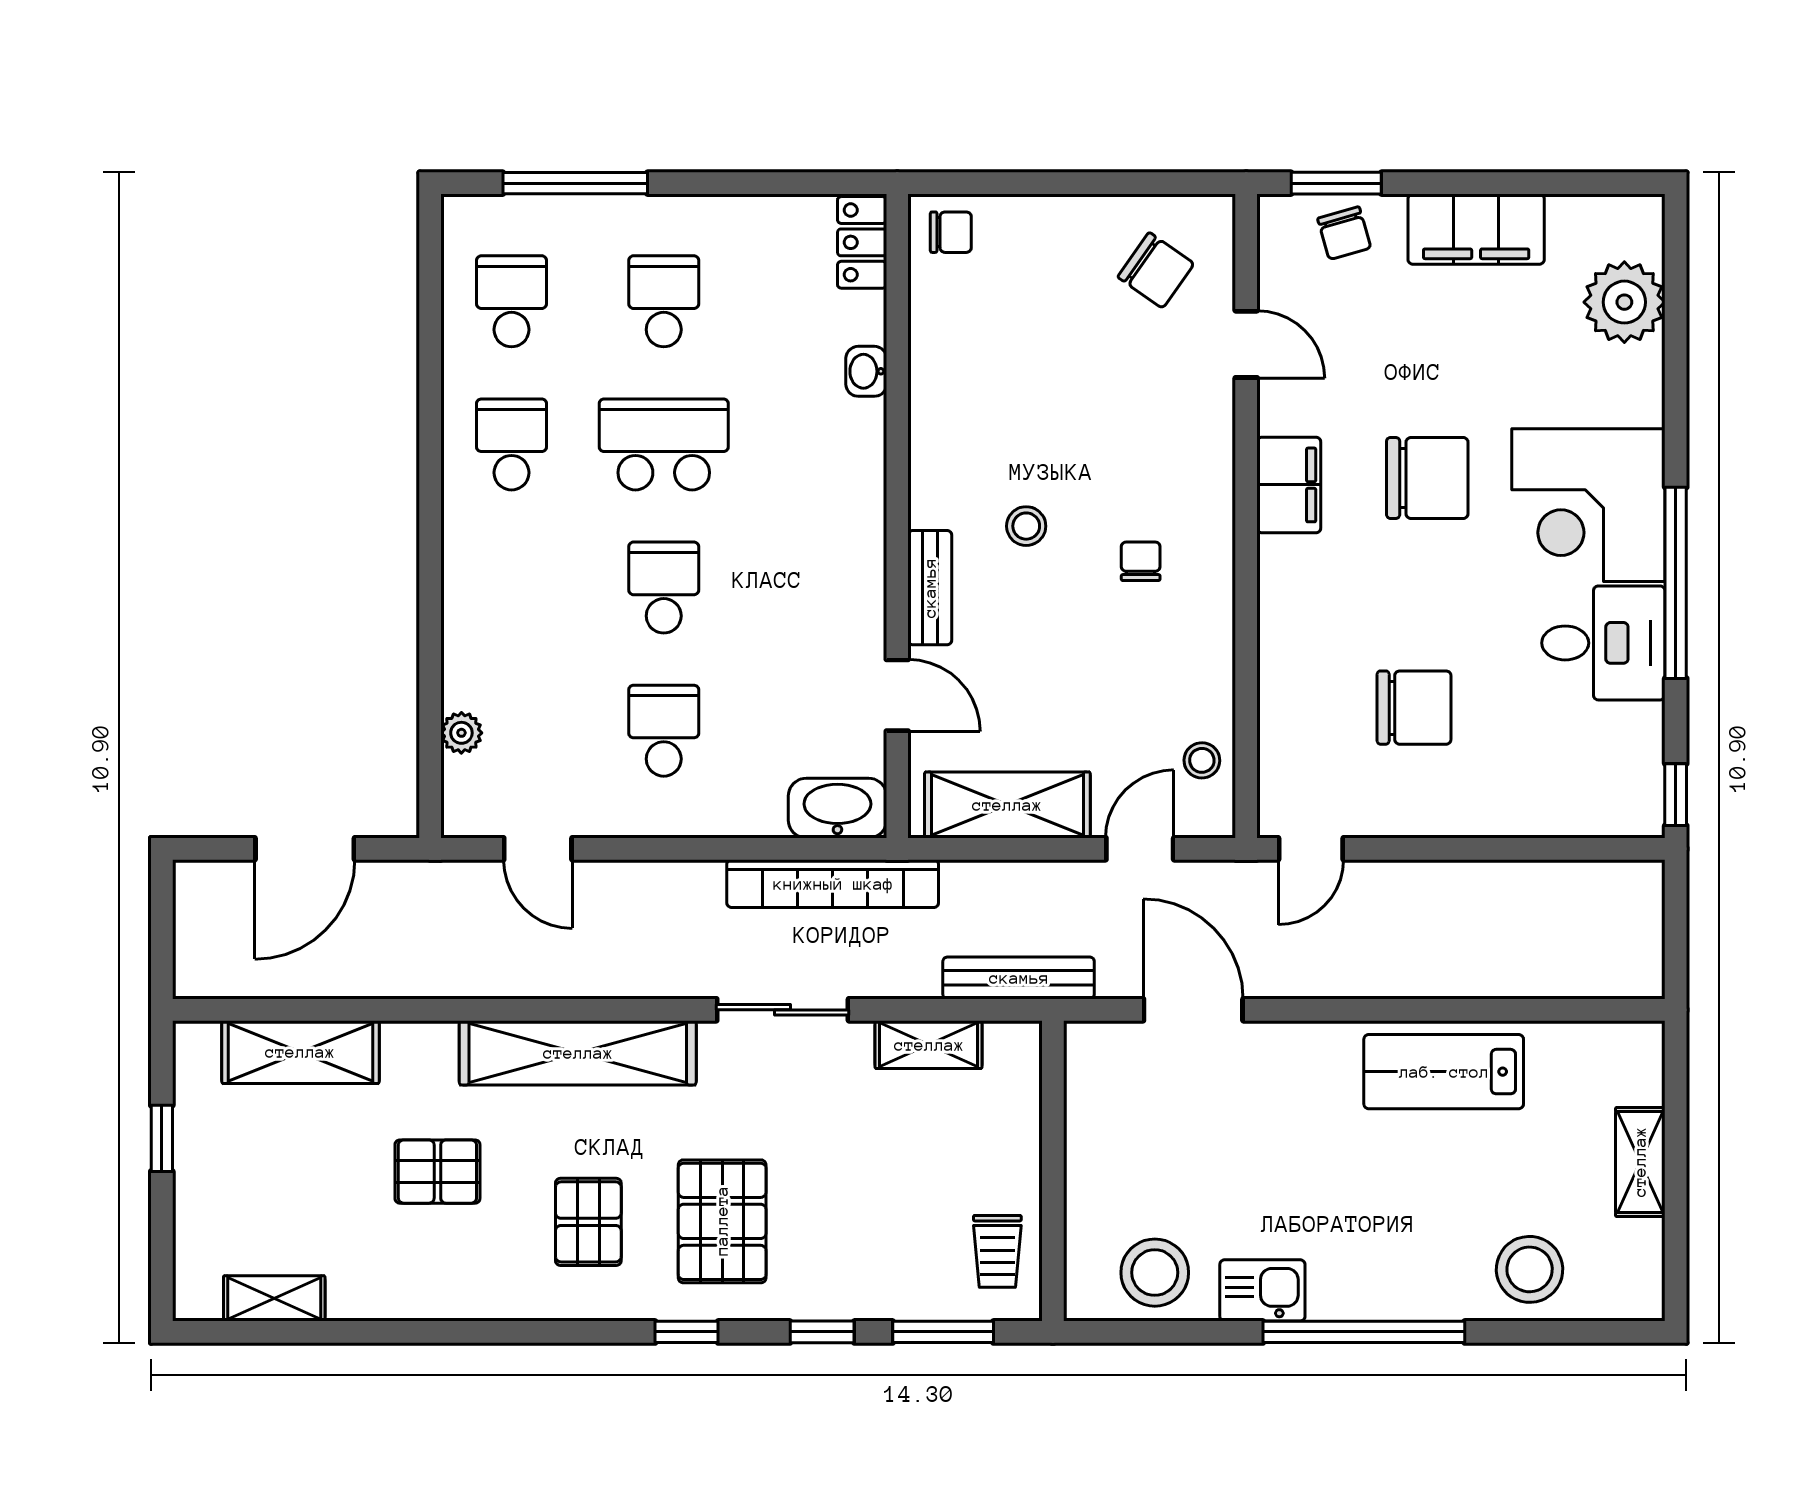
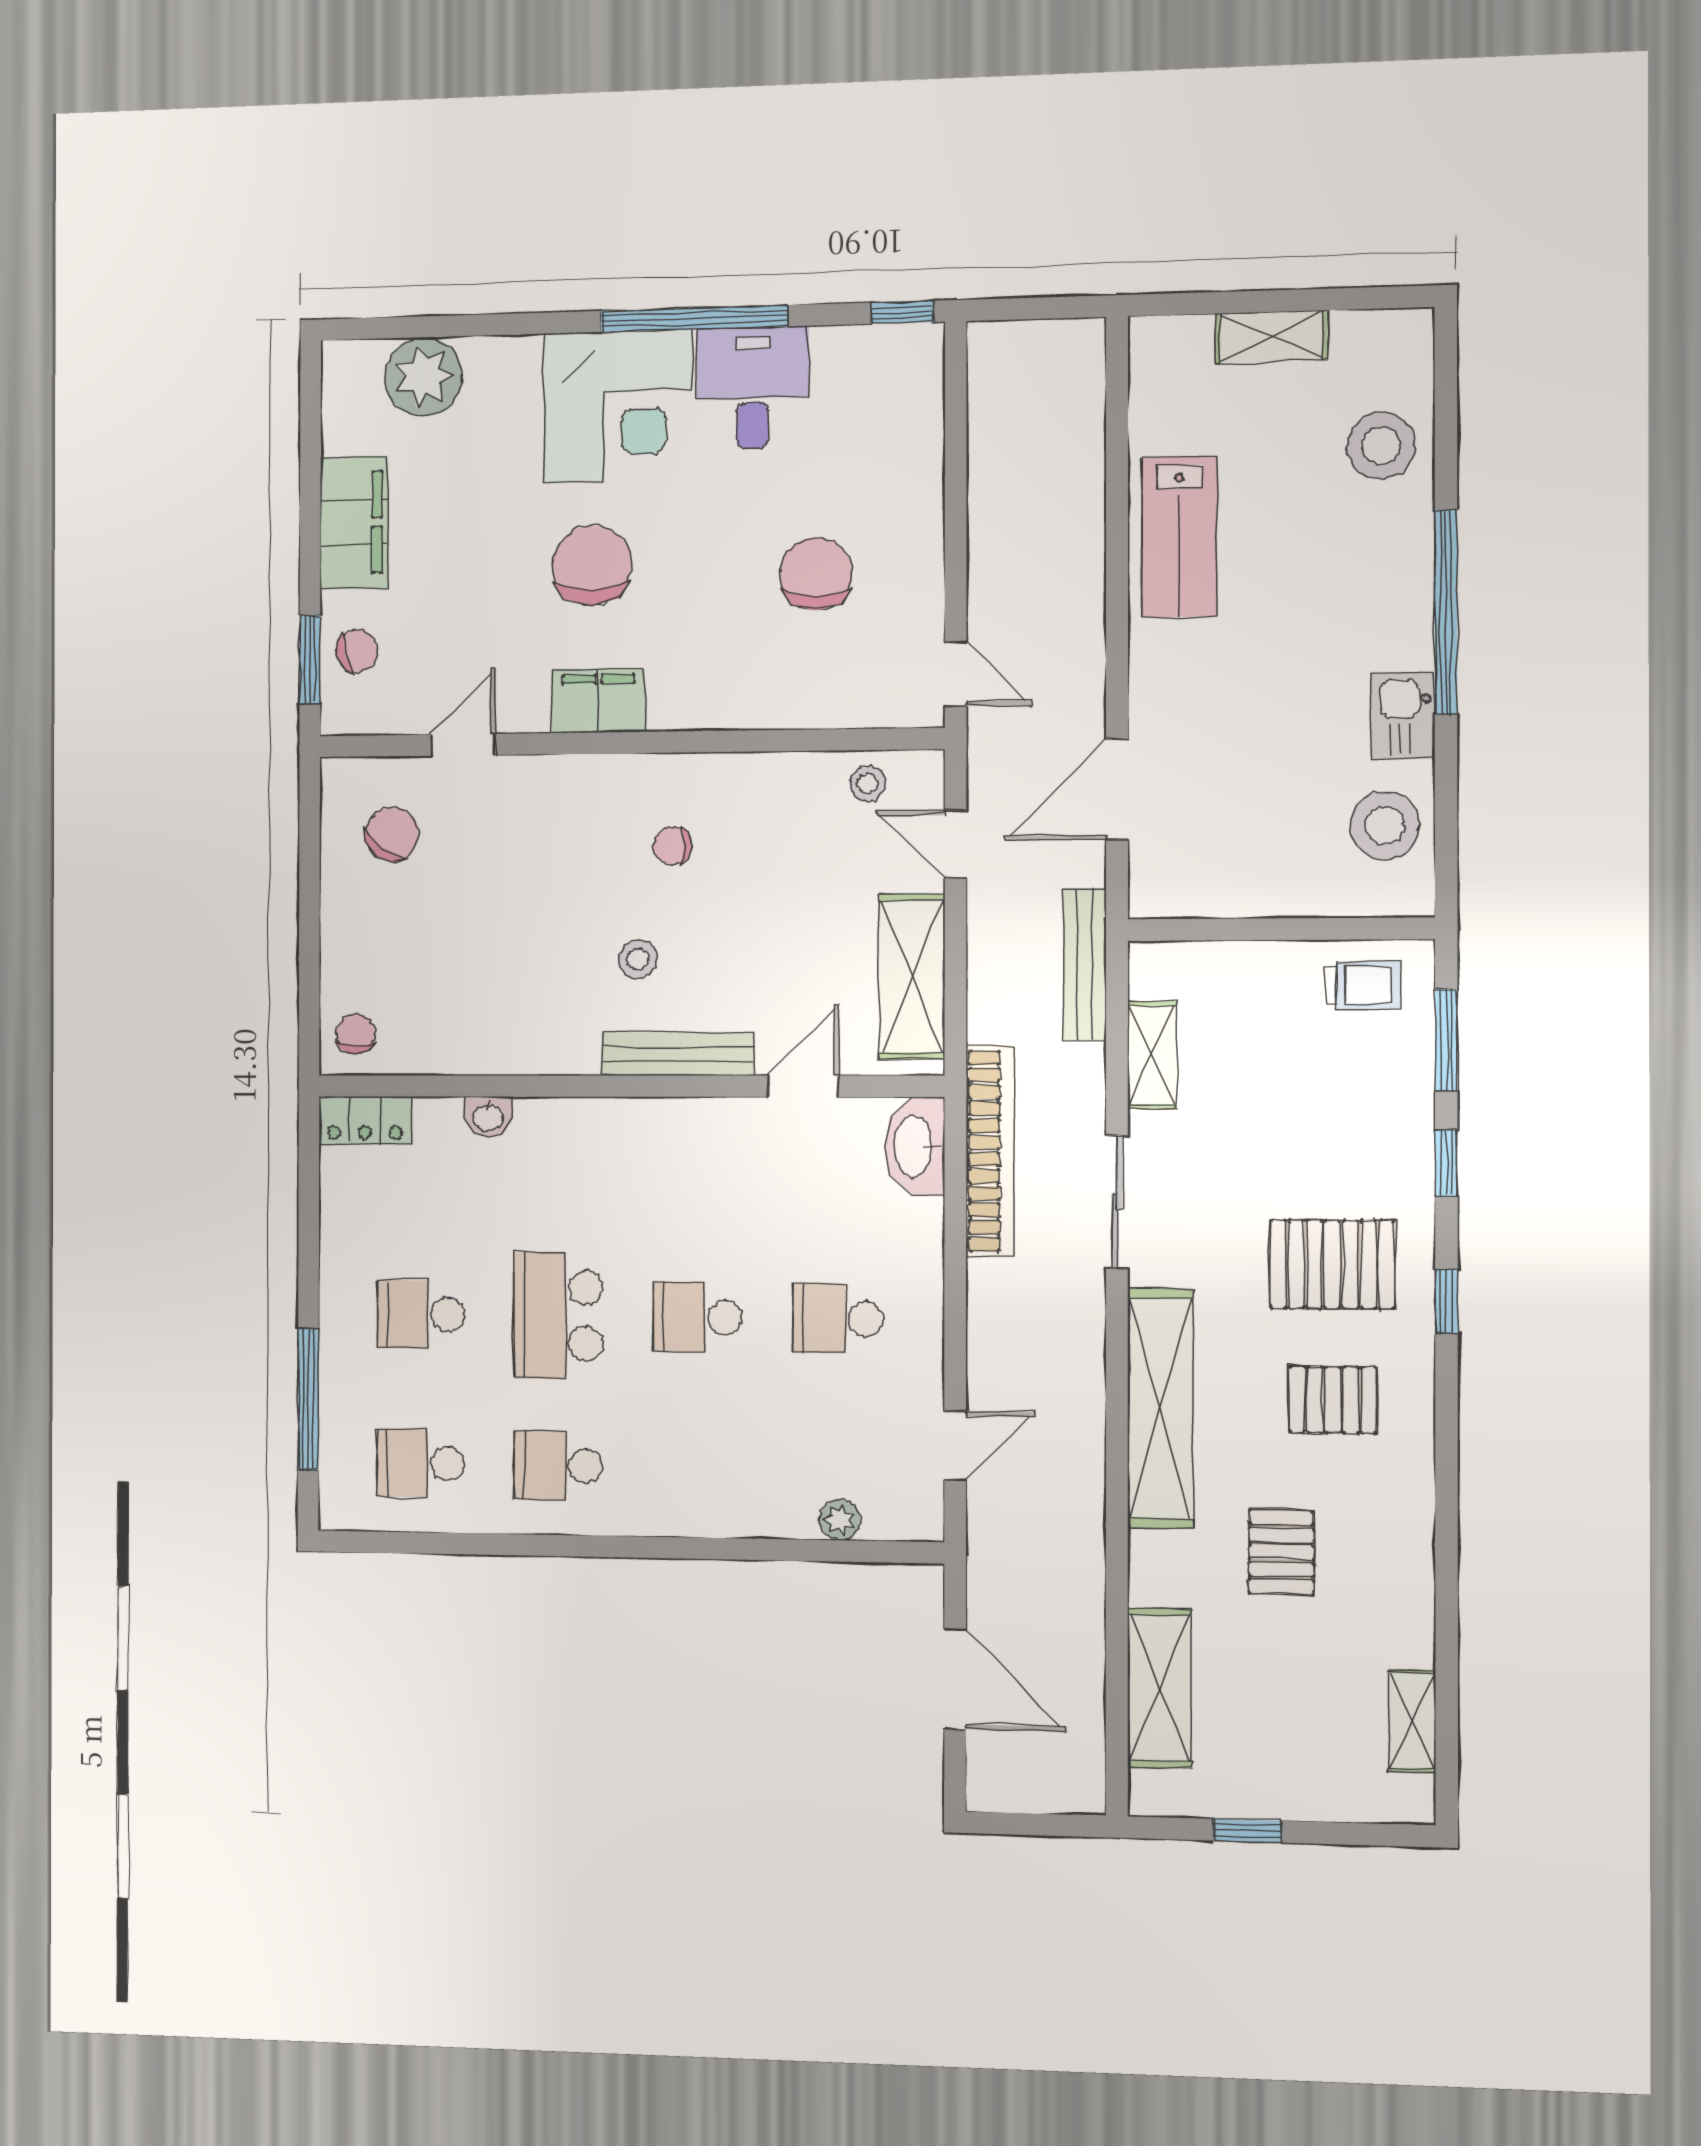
bench: (930, 588) -> (677, 1054), width x1.36

